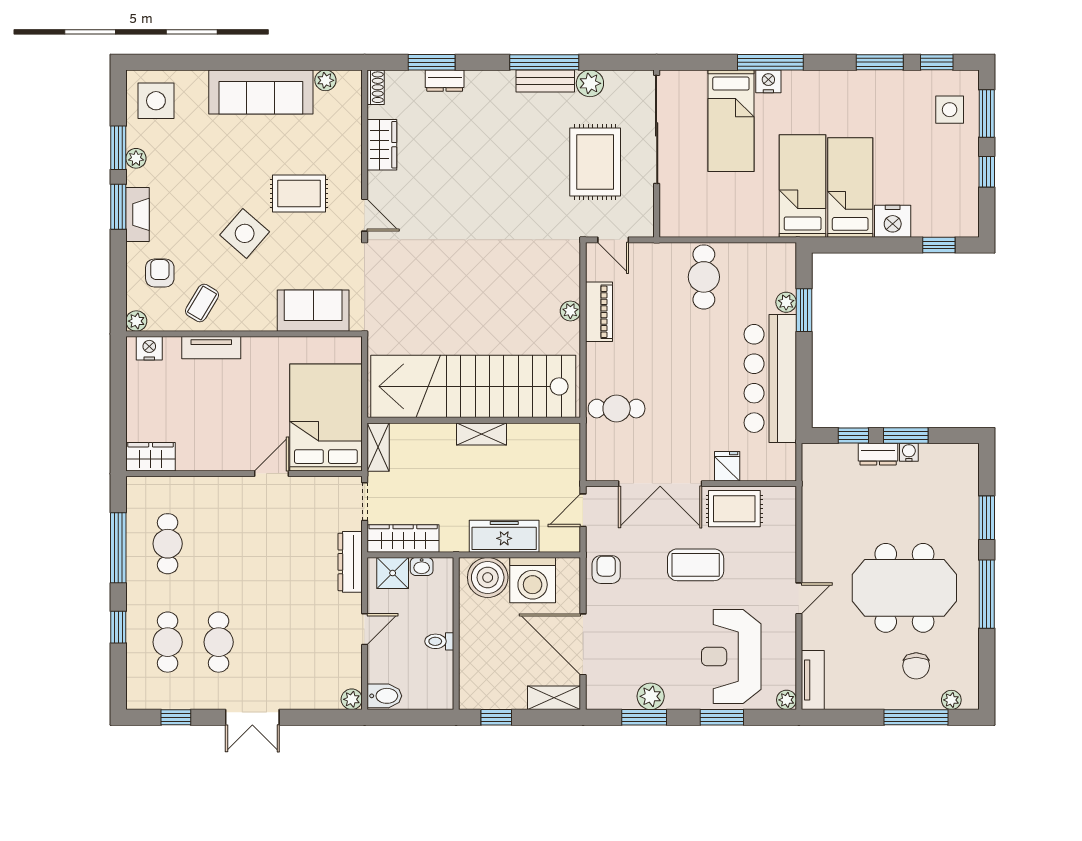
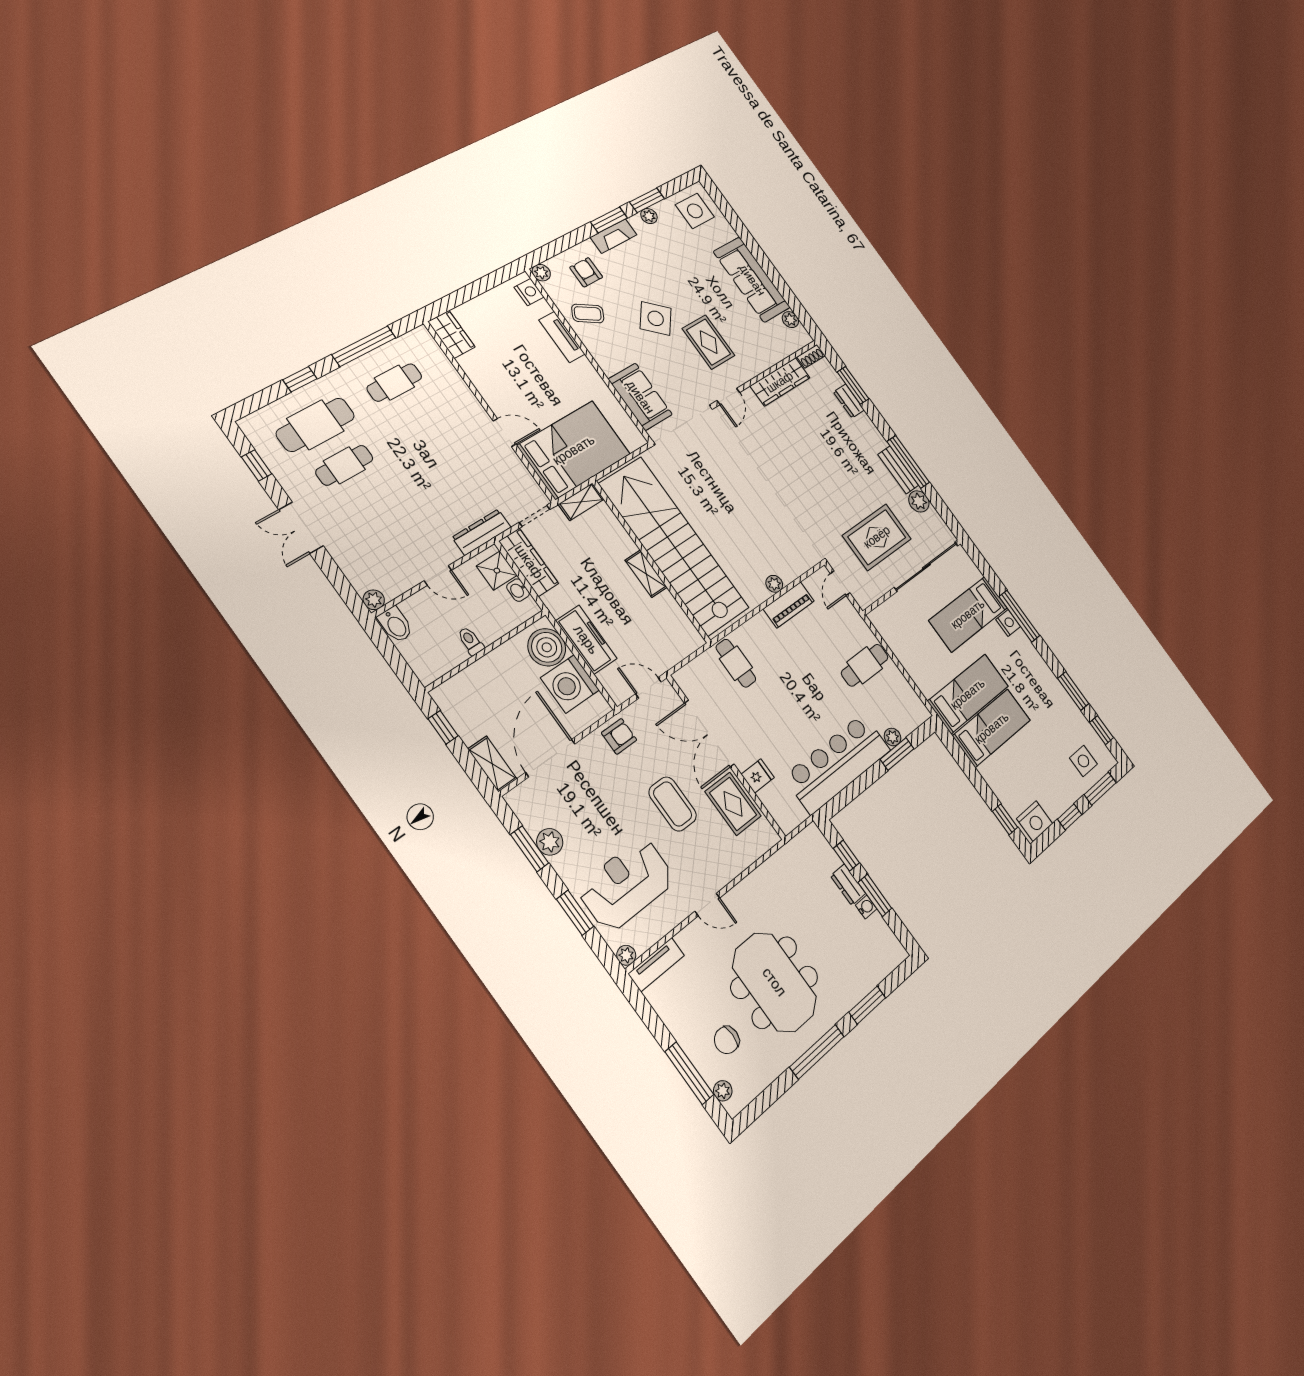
wardrobe: (382, 145) -> (780, 382), width x1.50
nightstand: (893, 221) -> (1035, 821), moved, turned -90
armchair: (160, 273) -> (586, 272), turned -90
cafe table: (168, 642) -> (315, 425), width x1.37, depth x1.35

